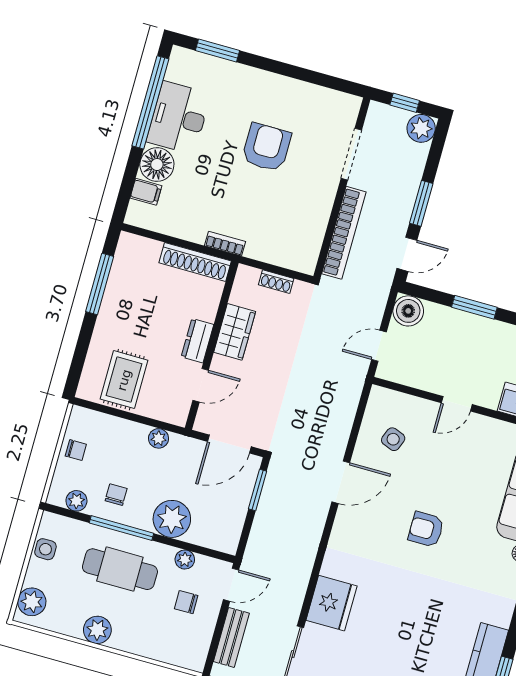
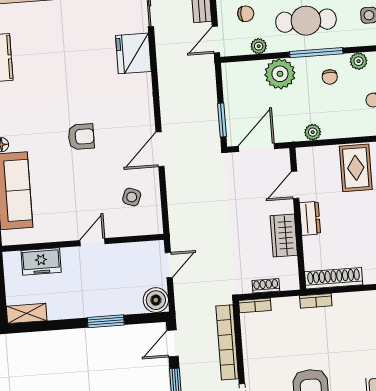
bookcase: (297, 264) -> (255, 305), added

